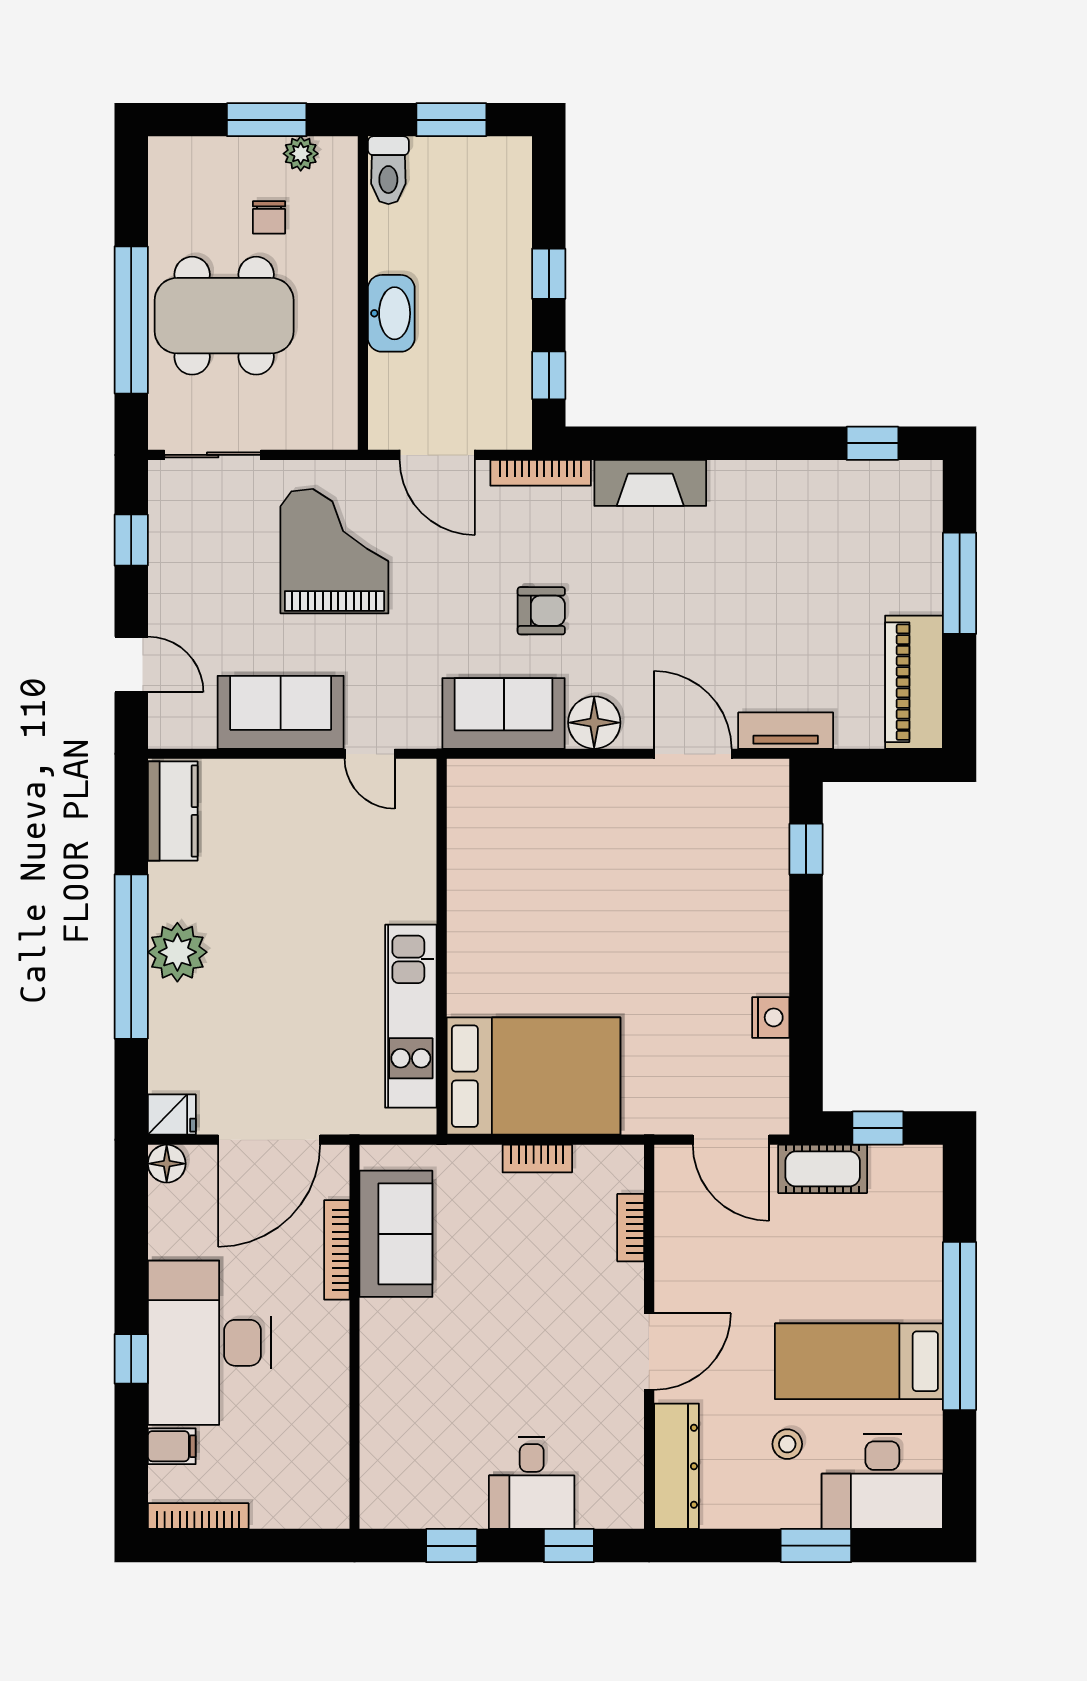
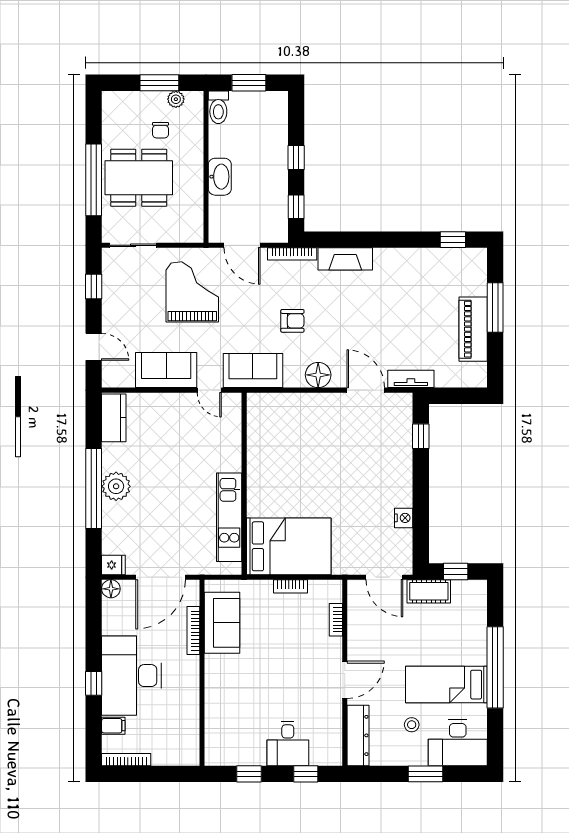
piano: (914, 682) -> (473, 329), moved
sofa: (504, 713) -> (253, 371), moved

